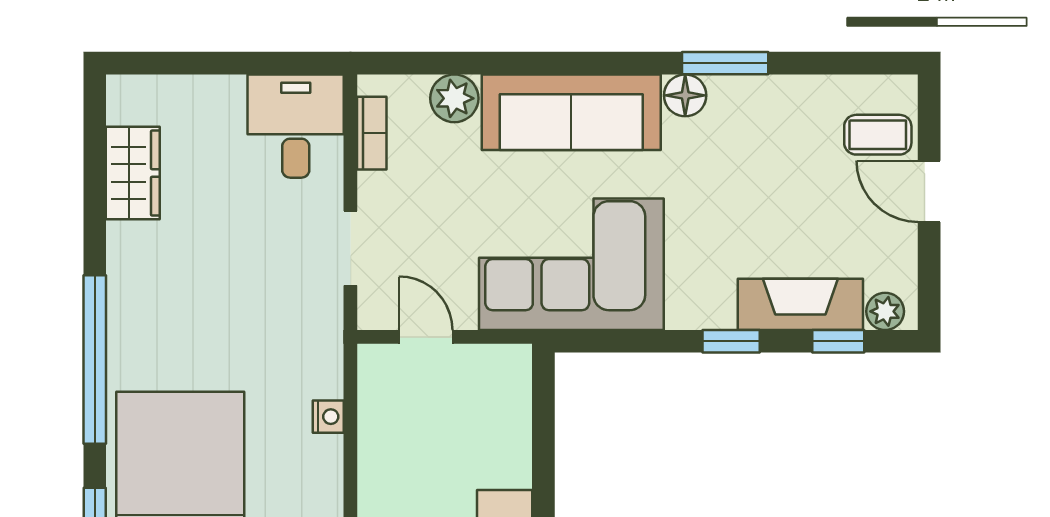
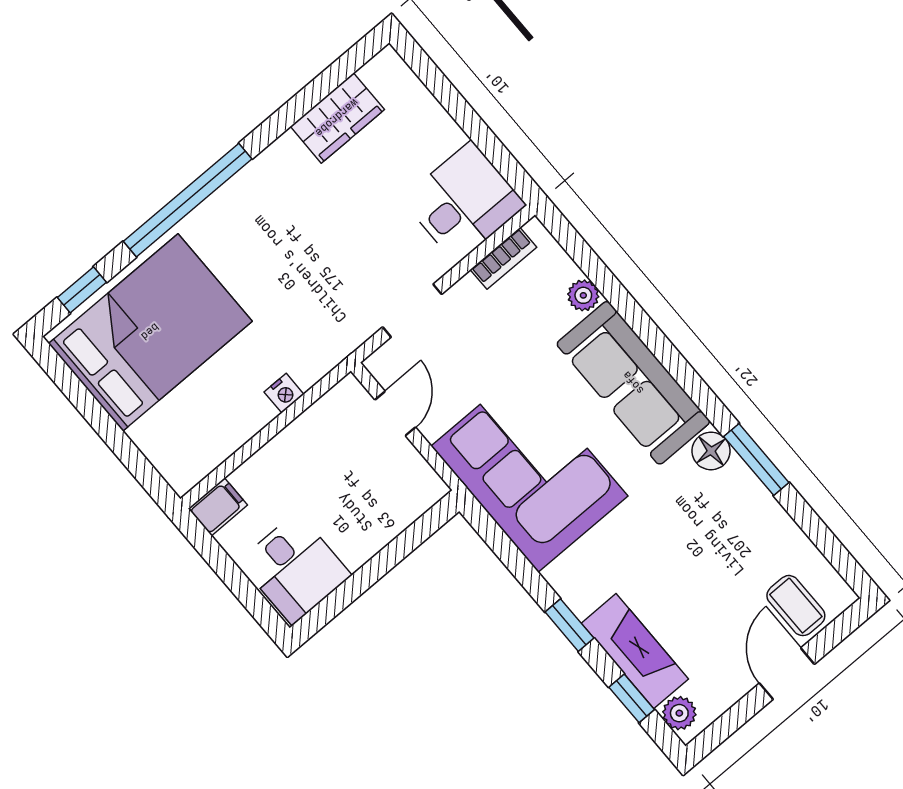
plant: (454, 98) -> (583, 295), width x0.73, depth x0.73

